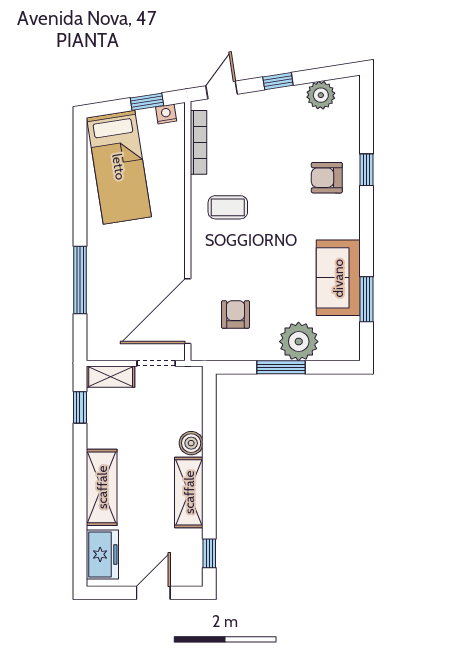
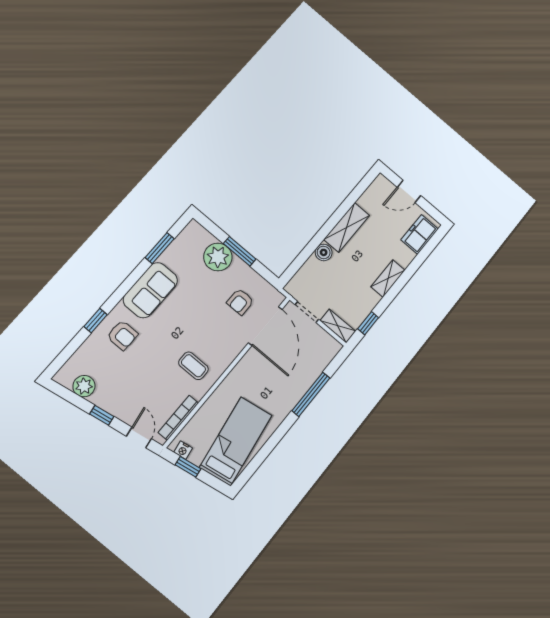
door: (222, 90) -> (139, 437), swing flipped
sofa: (338, 278) -> (150, 290), moved
door: (188, 311) -> (265, 326), hinge flipped
shelving: (102, 487) -> (388, 279), width x0.67, depth x0.75
window: (209, 553) -> (362, 186), removed

